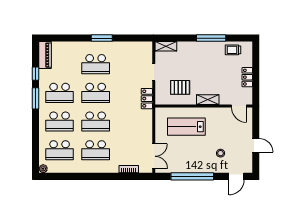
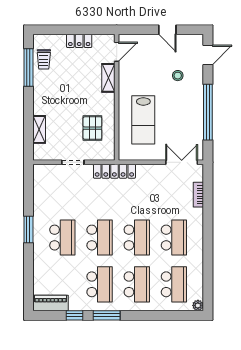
window: (211, 38) -> (28, 67), moved
shelving: (166, 46) -> (39, 129), moved
locker: (147, 99) -> (114, 171), width x1.53
shelving: (208, 100) -> (108, 78), moved
door: (256, 145) -> (167, 30), swing flipped
door: (236, 176) -> (208, 55), hinge flipped

